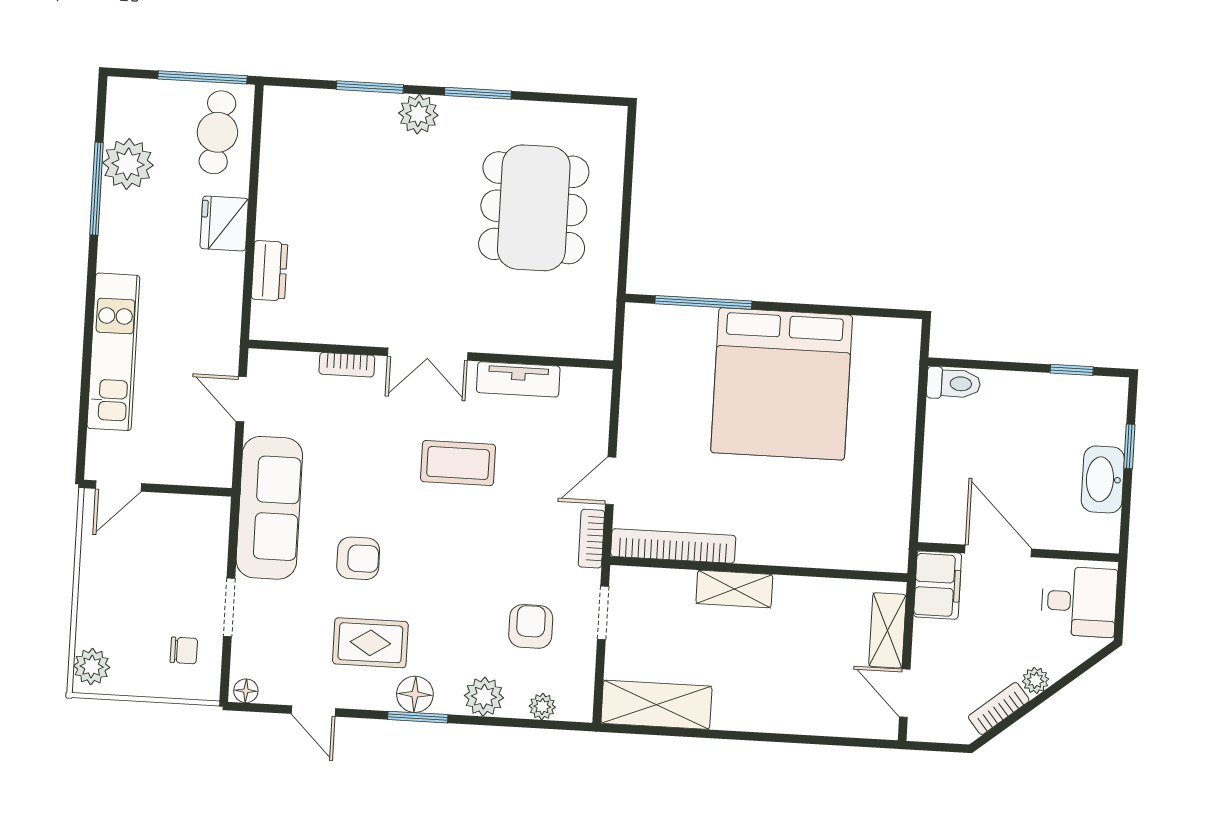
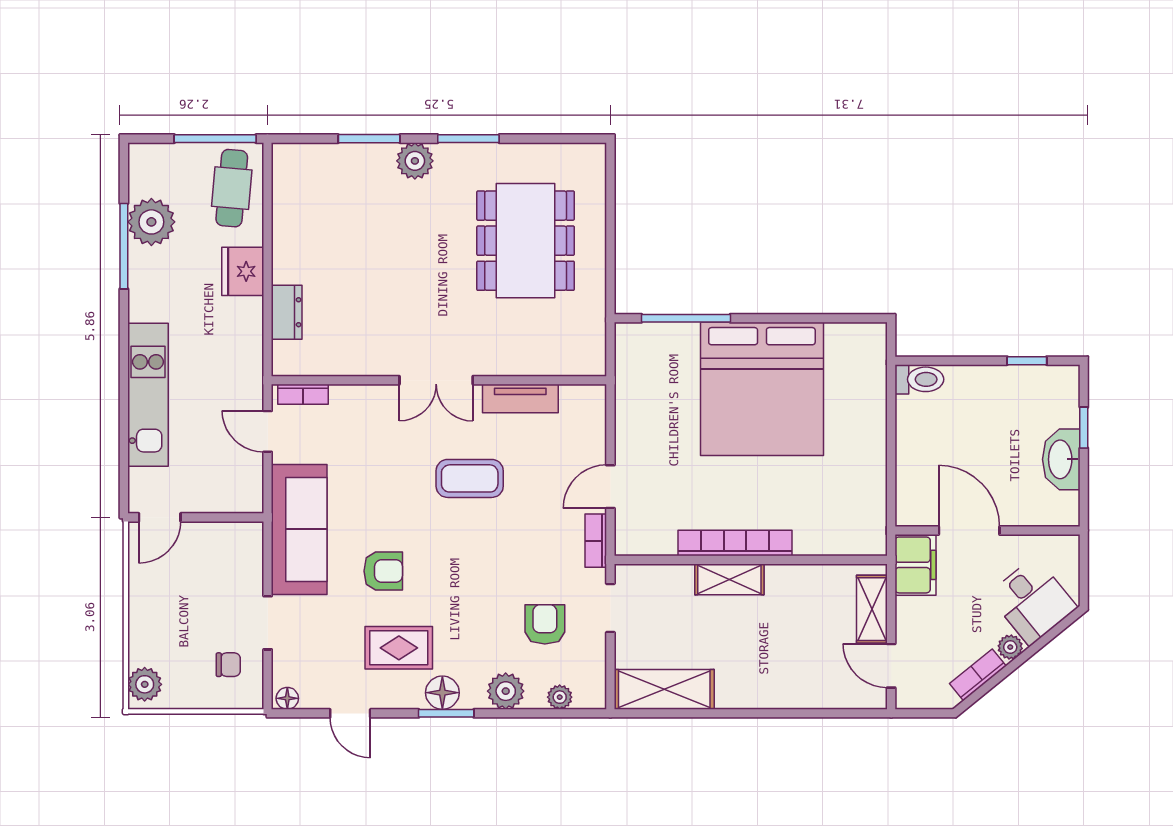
bookcase: (347, 365) -> (303, 394), moved
bookcase: (673, 546) -> (735, 543), moved
desk: (1079, 602) -> (1032, 601), moved, turned 51

